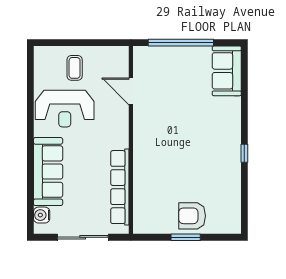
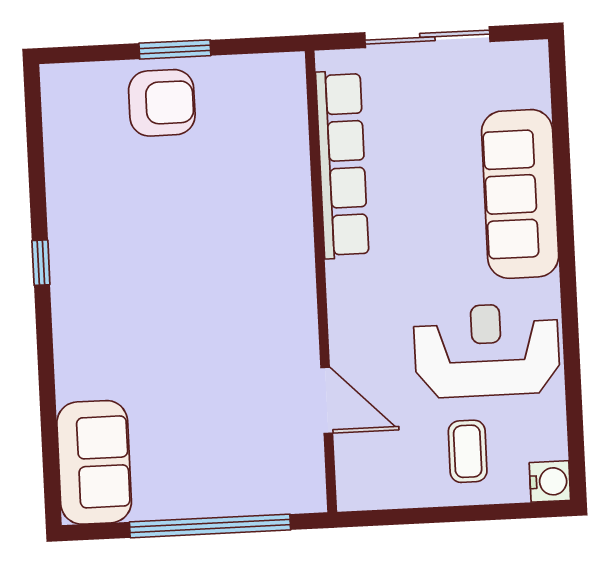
water cooler: (42, 215) -> (550, 481), moved

